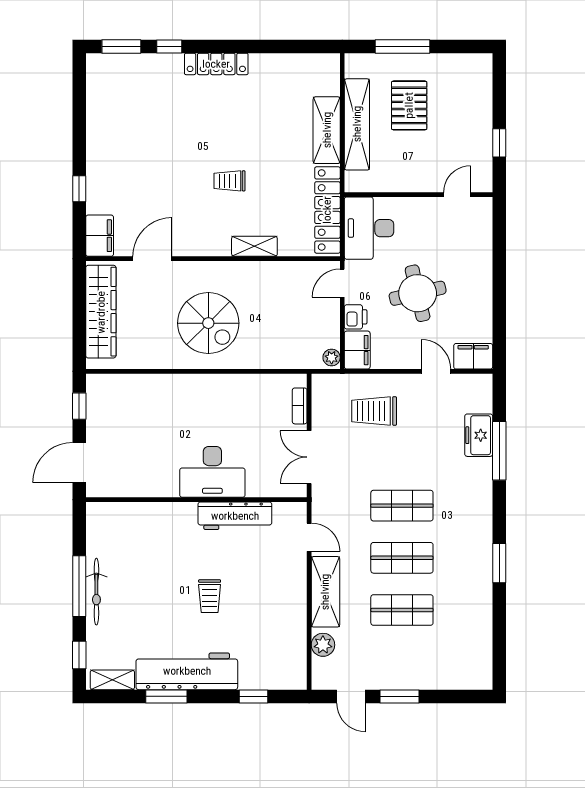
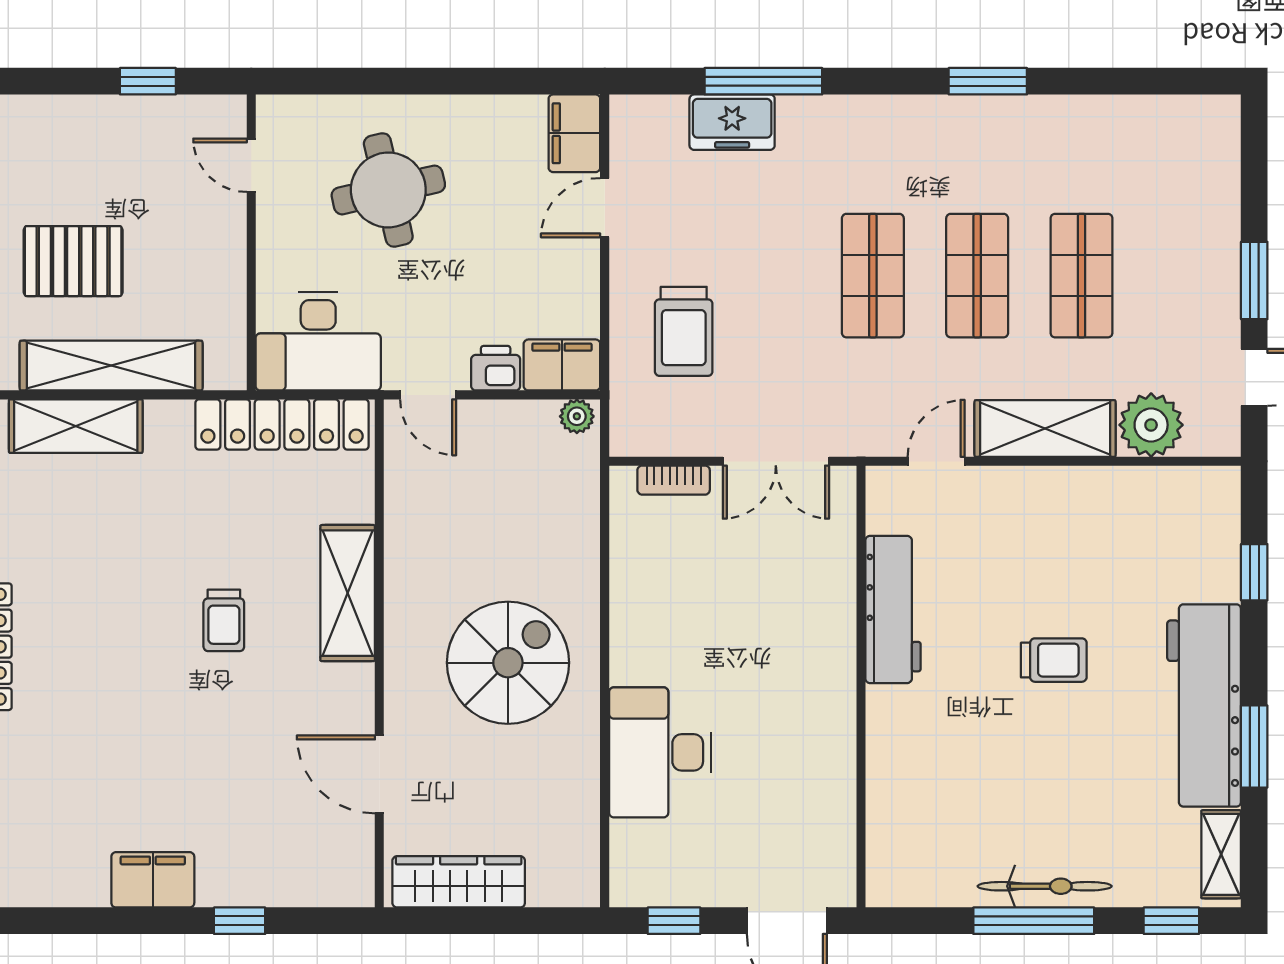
shelving: (327, 130) -> (76, 426), moved
filing cabinet: (100, 236) -> (153, 880), moved
shelving: (254, 246) -> (348, 593), width x1.50, depth x1.33
round table: (418, 293) -> (388, 190), moved
wardrobe: (101, 312) -> (459, 882), width x0.71, depth x0.85
desk: (212, 472) -> (660, 752), moved, turned 180
plant: (323, 645) -> (1151, 425), width x1.36, depth x1.36

